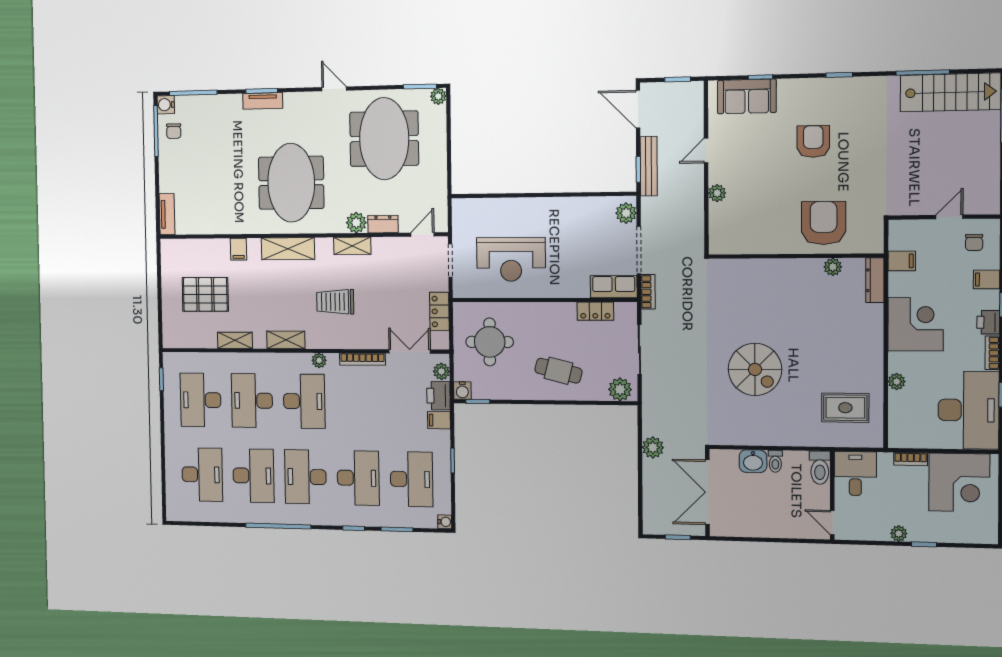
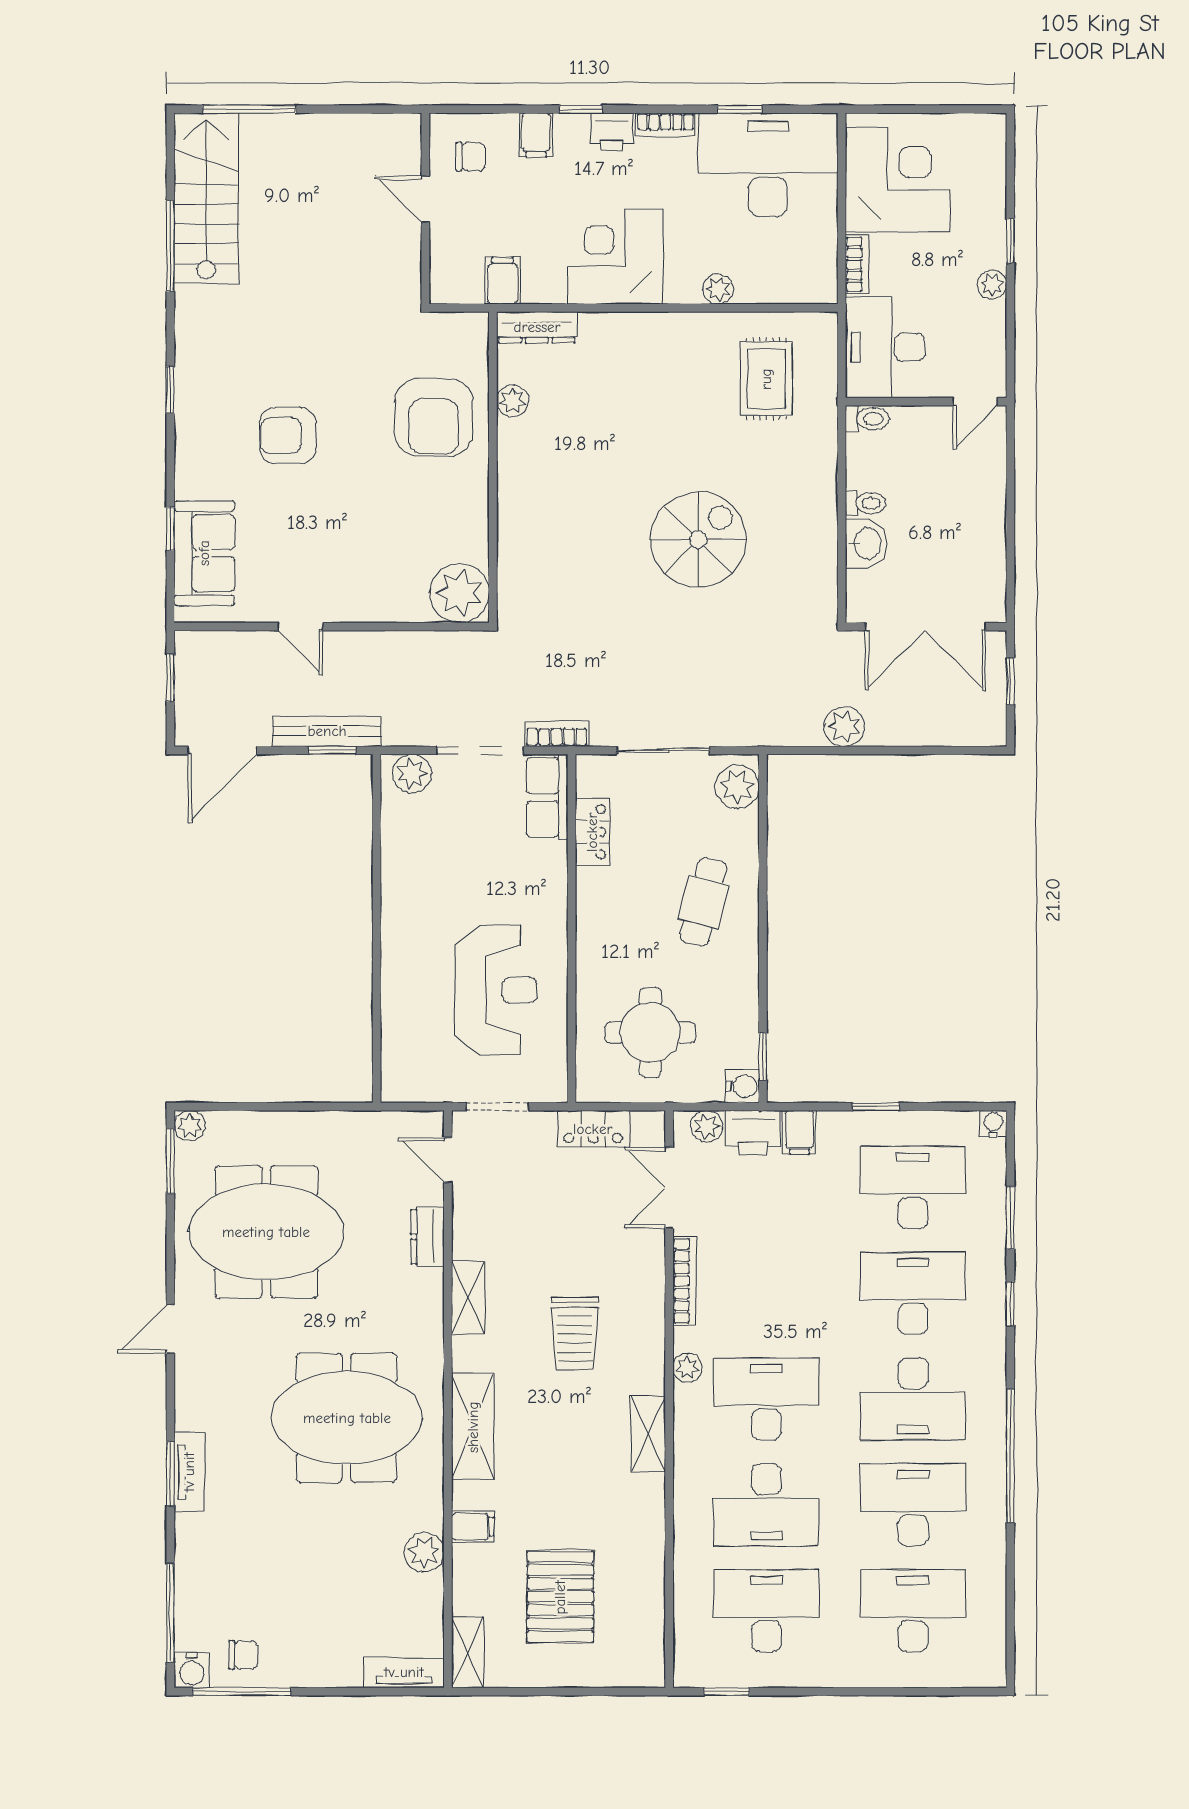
plant: (717, 193) -> (459, 593), moved, width x1.87, depth x1.87
plant: (356, 223) -> (424, 1552), moved
armchair: (824, 223) -> (434, 417), turned -90
shelving: (235, 340) -> (468, 1652), moved
desk: (201, 400) -> (766, 1611), turned 180
toilet: (820, 468) -> (867, 419), width x0.73, depth x0.72
desk: (855, 474) -> (885, 347), width x1.37

